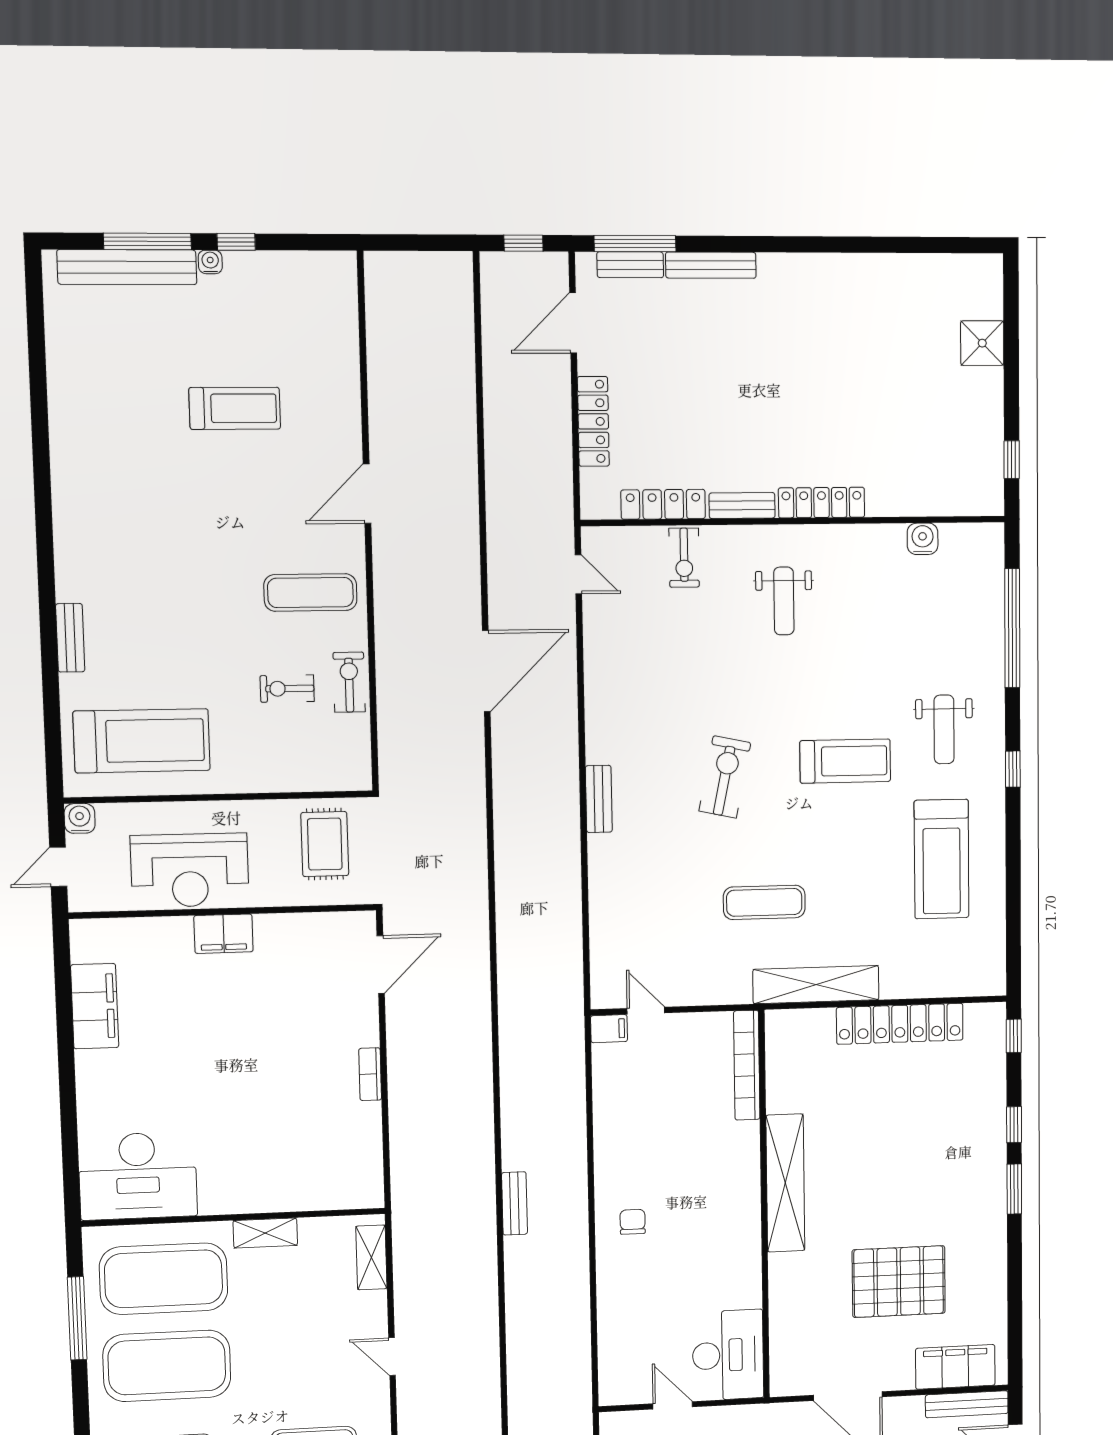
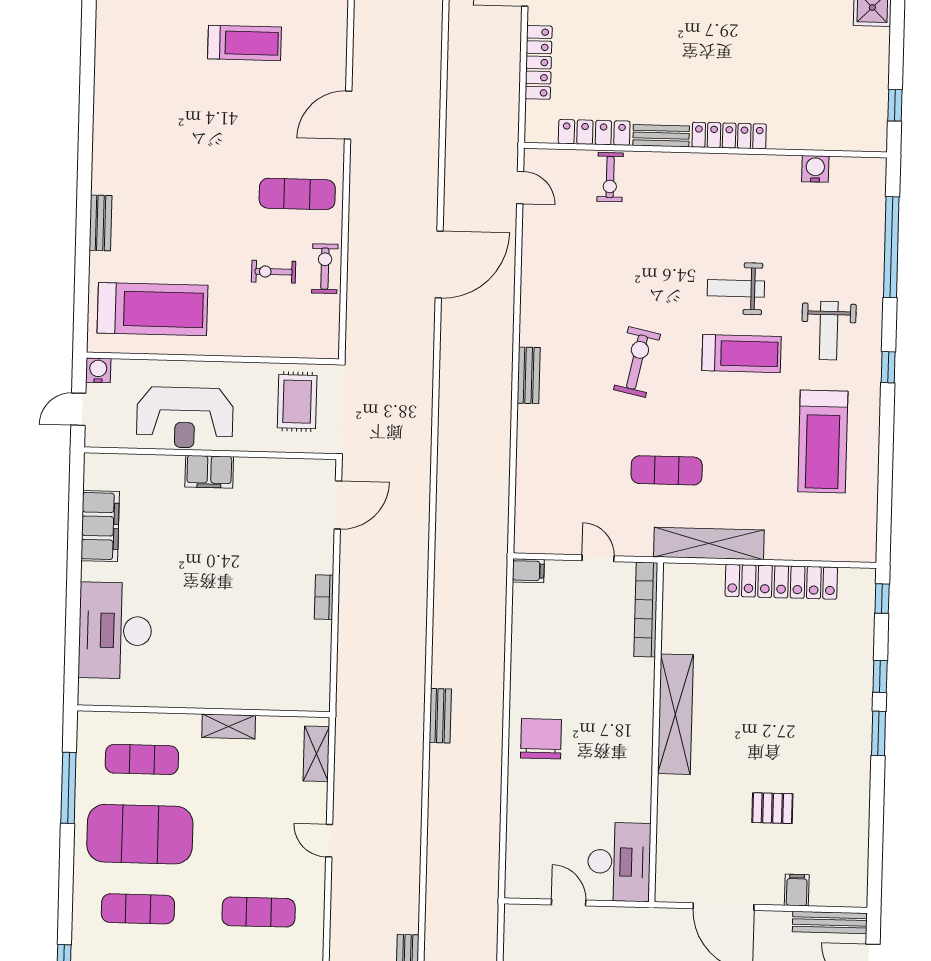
weight bench: (784, 601) -> (736, 288), moved, turned 90
door: (646, 1011) -> (598, 558), moved
desk: (138, 1176) -> (115, 631), moved, turned 90
chair: (633, 1222) -> (541, 739), width x1.87, depth x1.87
exercise mat: (164, 1279) -> (142, 759), width x0.50, depth x0.69
pallet: (899, 1282) -> (772, 808), width x0.49, depth x0.50
filing cabinet: (955, 1367) -> (797, 890), width x0.33, depth x0.86

